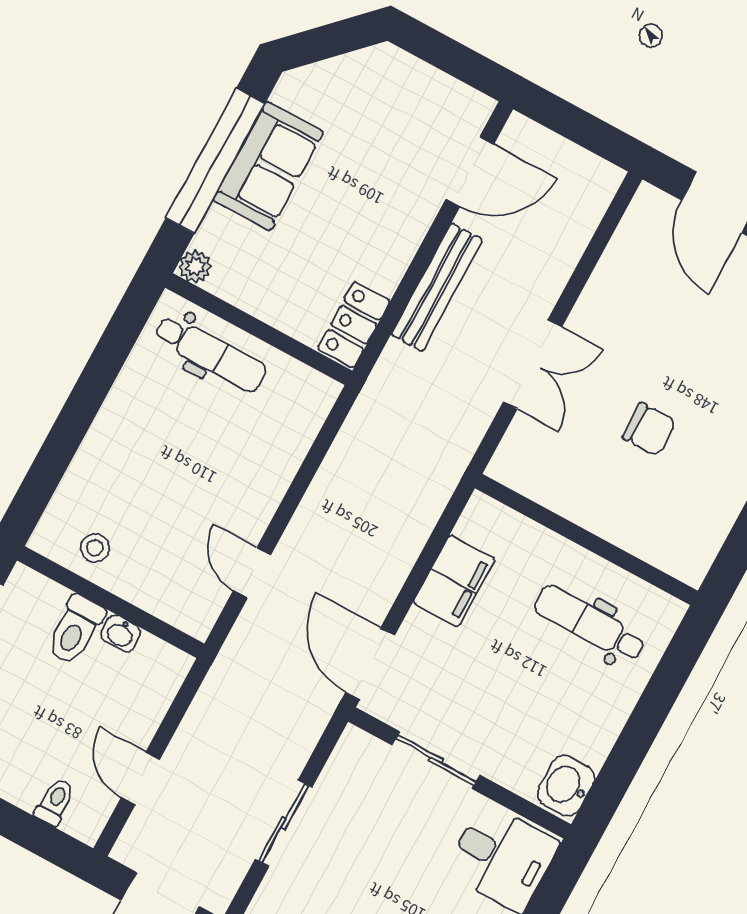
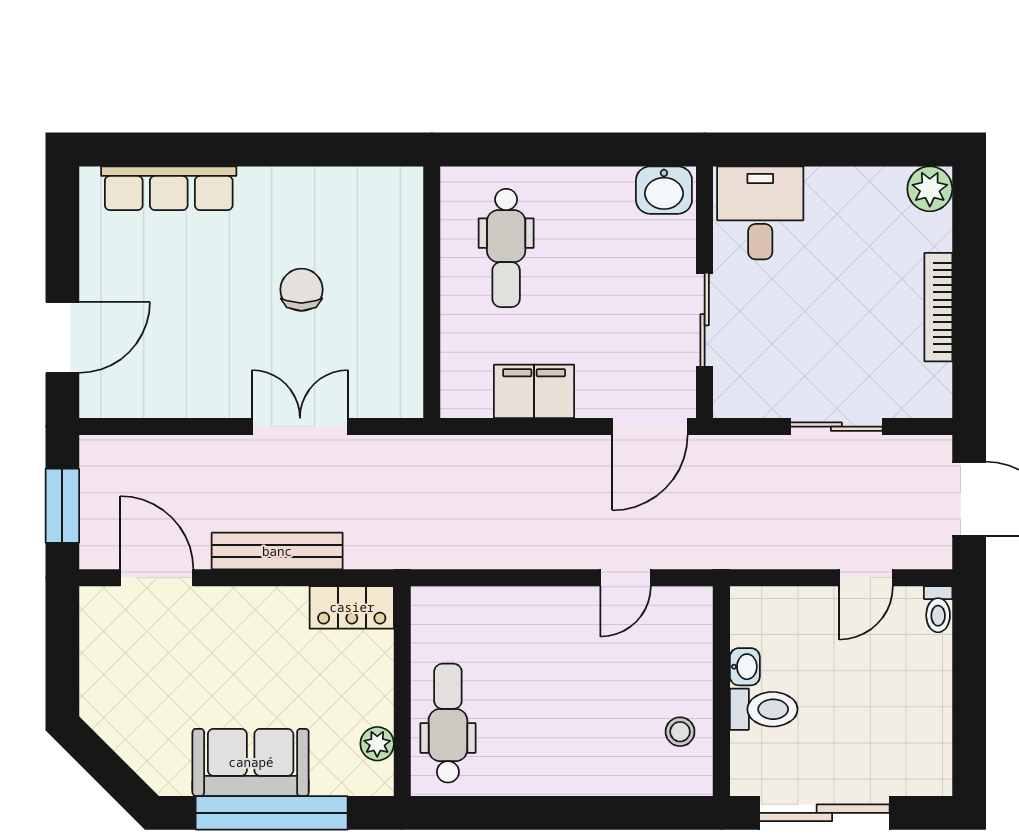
window: (575, 124) -> (62, 506), added
plant: (195, 267) -> (377, 744), moved
toilet: (55, 802) -> (938, 609), moved, turned -90

